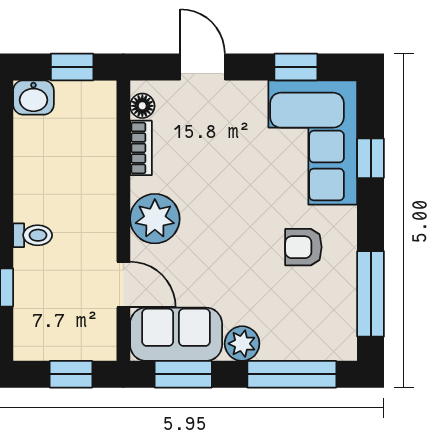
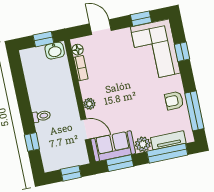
washbasin: (33, 98) -> (55, 51), moved
plant: (155, 219) -> (89, 104), width x0.53, depth x0.53
armchair: (303, 247) -> (174, 101), moved
tv unit: (300, 346) -> (168, 140), added

